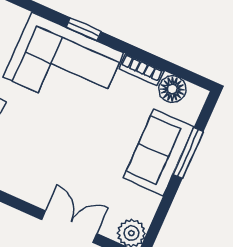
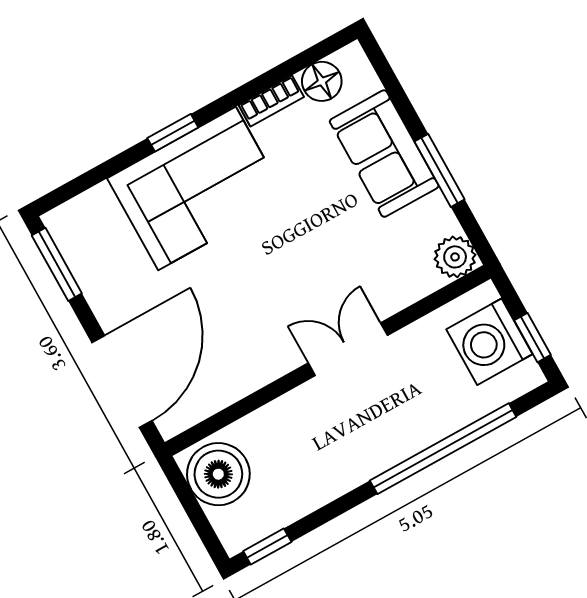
window: (188, 153) -> (439, 170), moved
double door: (69, 227) -> (348, 349), moved

